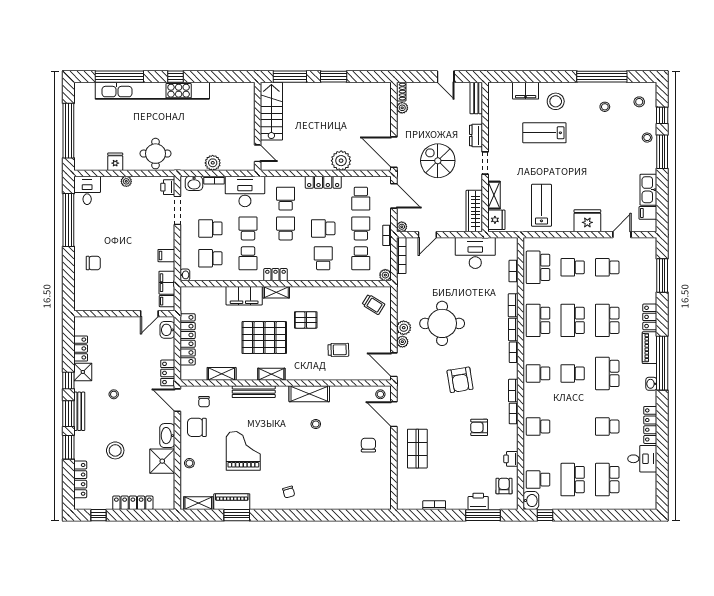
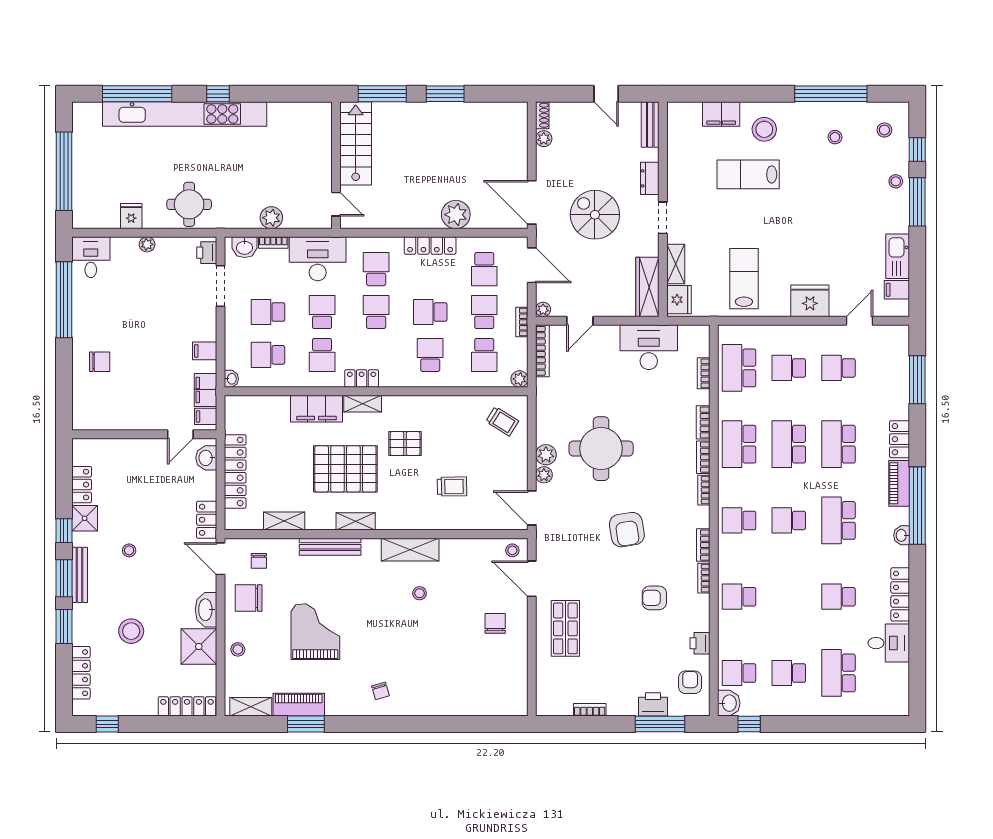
school desk: (573, 480) -> (789, 673), width x0.54
locker: (133, 503) -> (187, 706), moved

